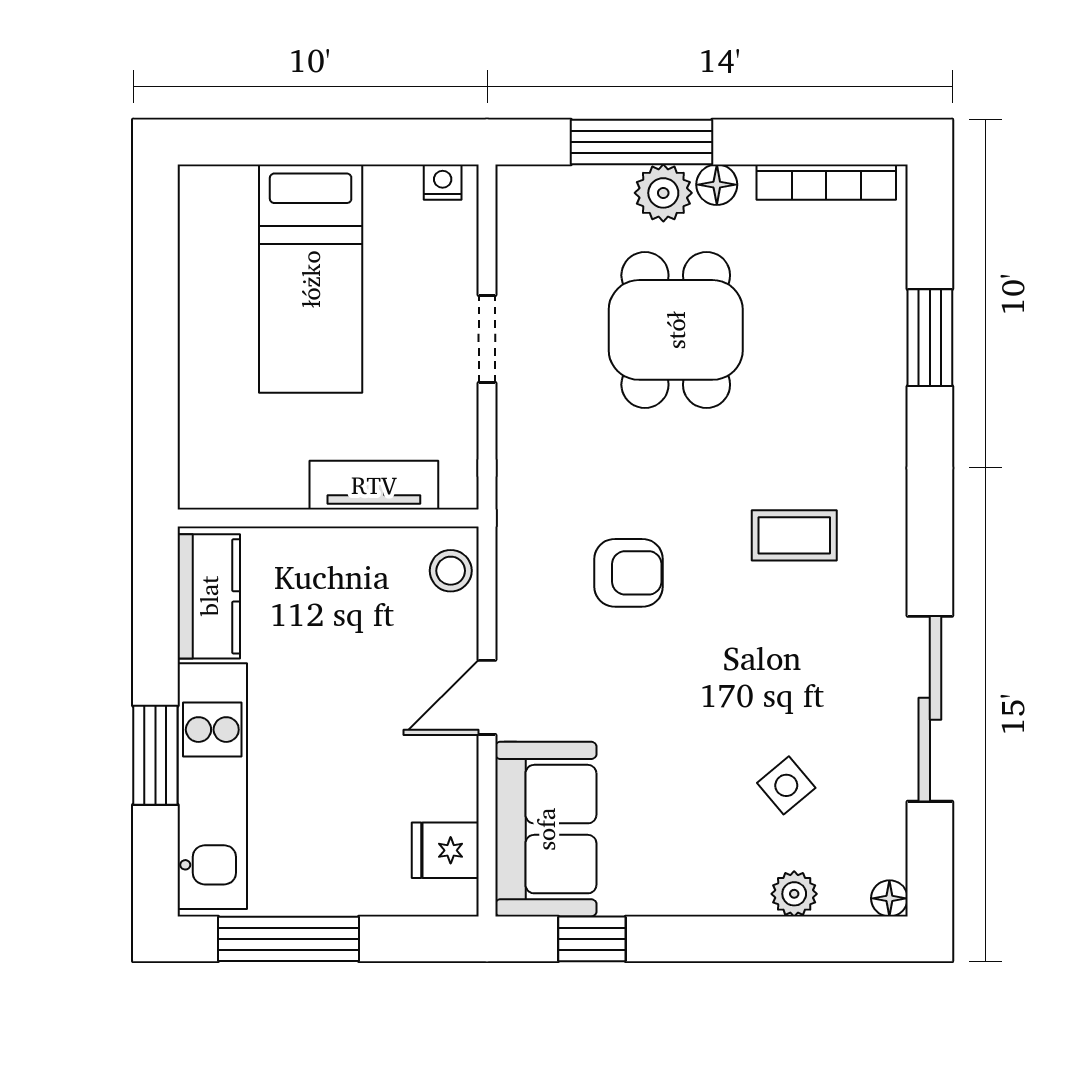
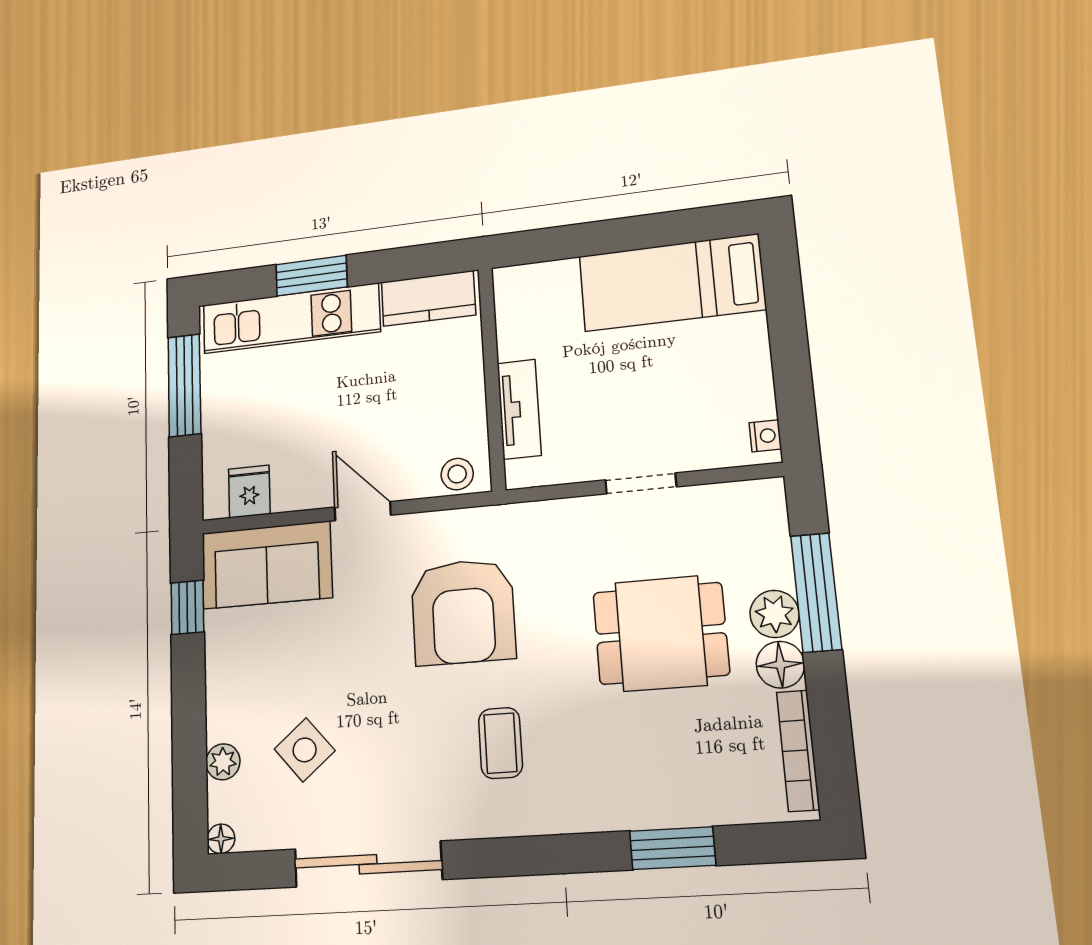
floor lamp: (717, 185) -> (780, 665), width x1.37, depth x1.37
bed: (311, 279) -> (672, 283), moved
armchair: (629, 573) -> (463, 612), width x1.88, depth x1.88
side table: (786, 785) -> (305, 750), width x1.37, depth x1.37

